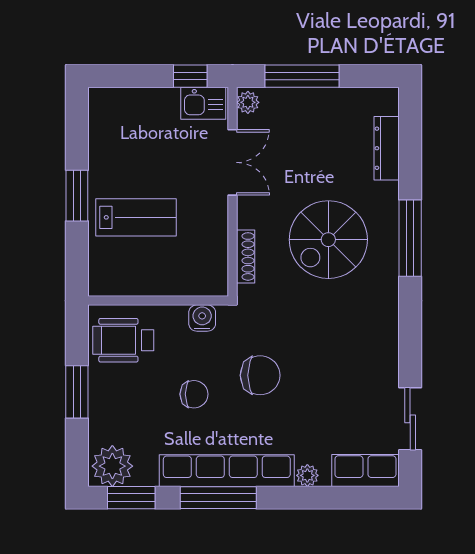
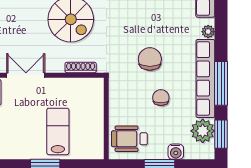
water cooler: (202, 318) -> (176, 152), moved, turned -90
wheelchair: (123, 340) -> (129, 139), turned 90
plant: (112, 466) -> (203, 131), moved

